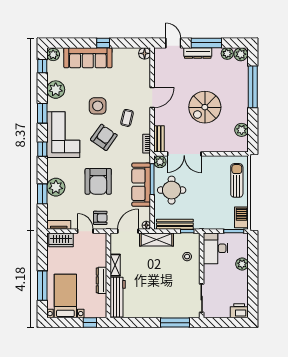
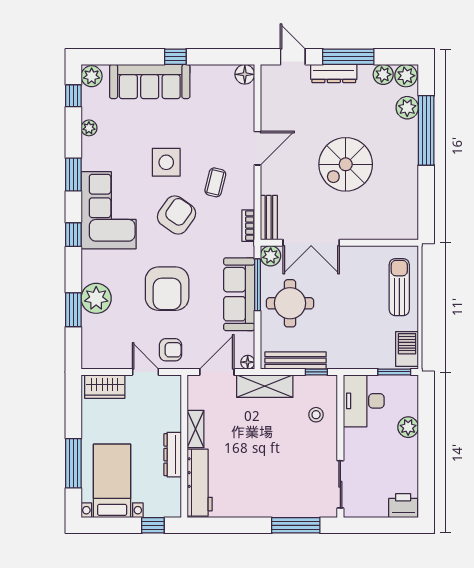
plant: (56, 90) -> (89, 128), width x0.53, depth x0.53
plant: (242, 130) -> (407, 108), moved
tv unit: (59, 225) -> (101, 362), removed

